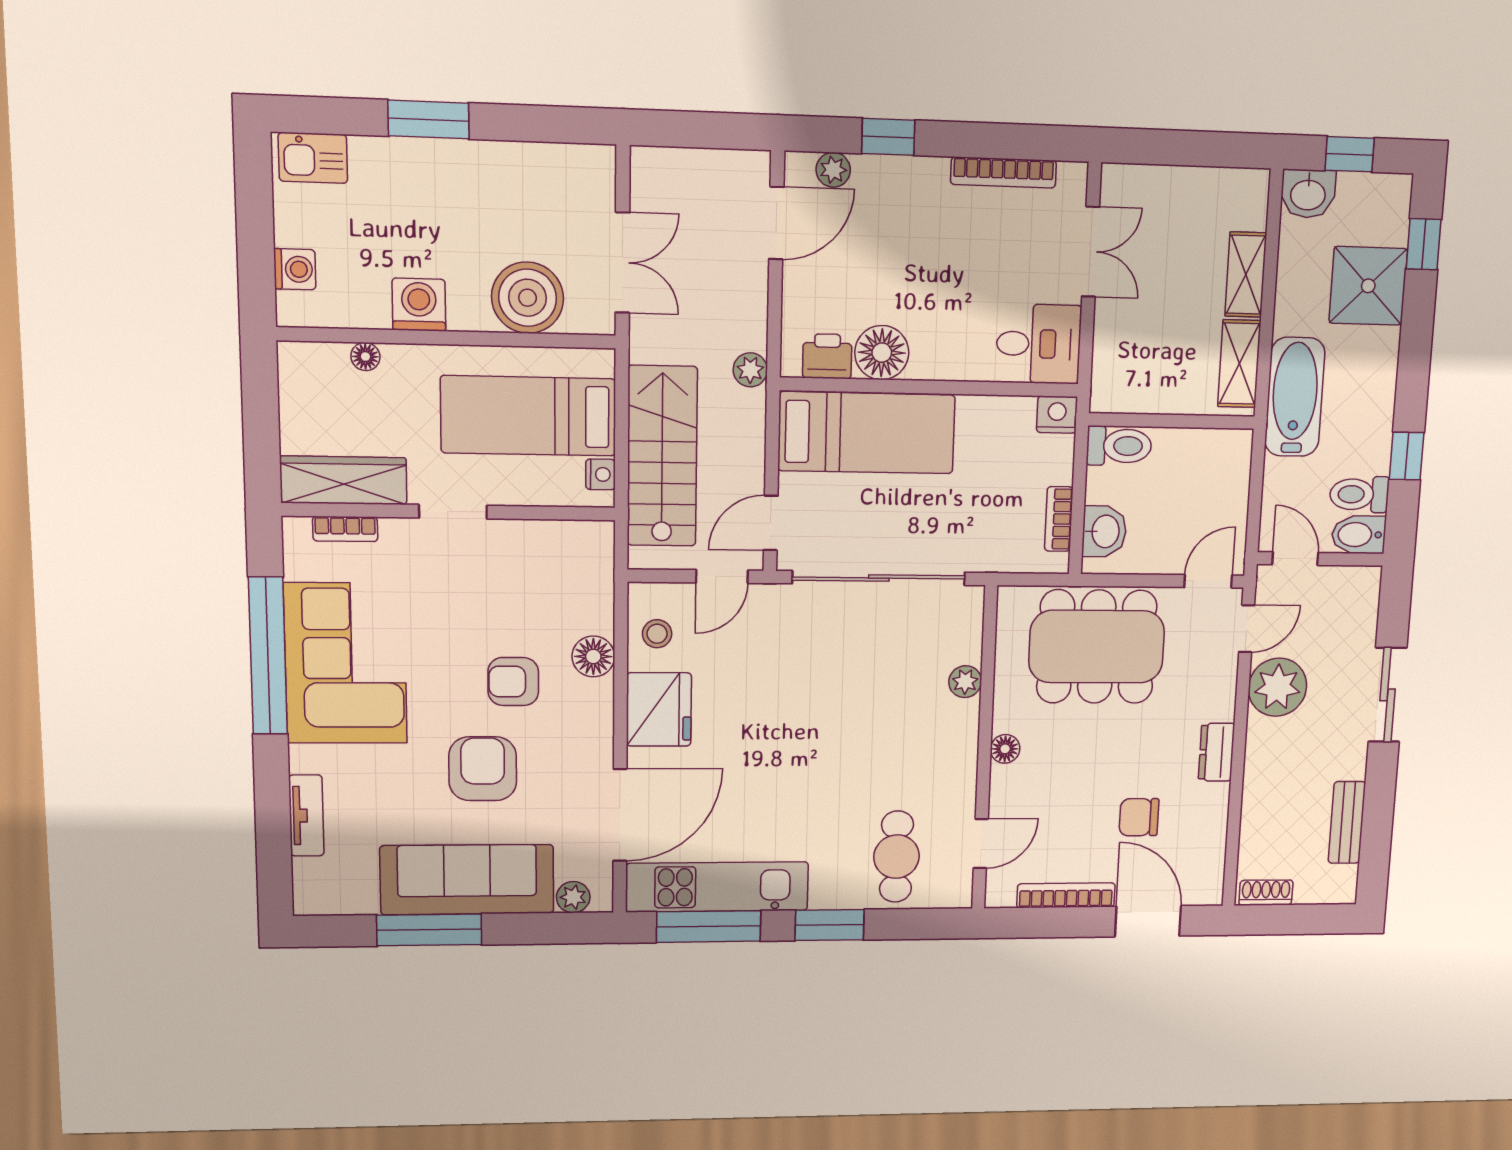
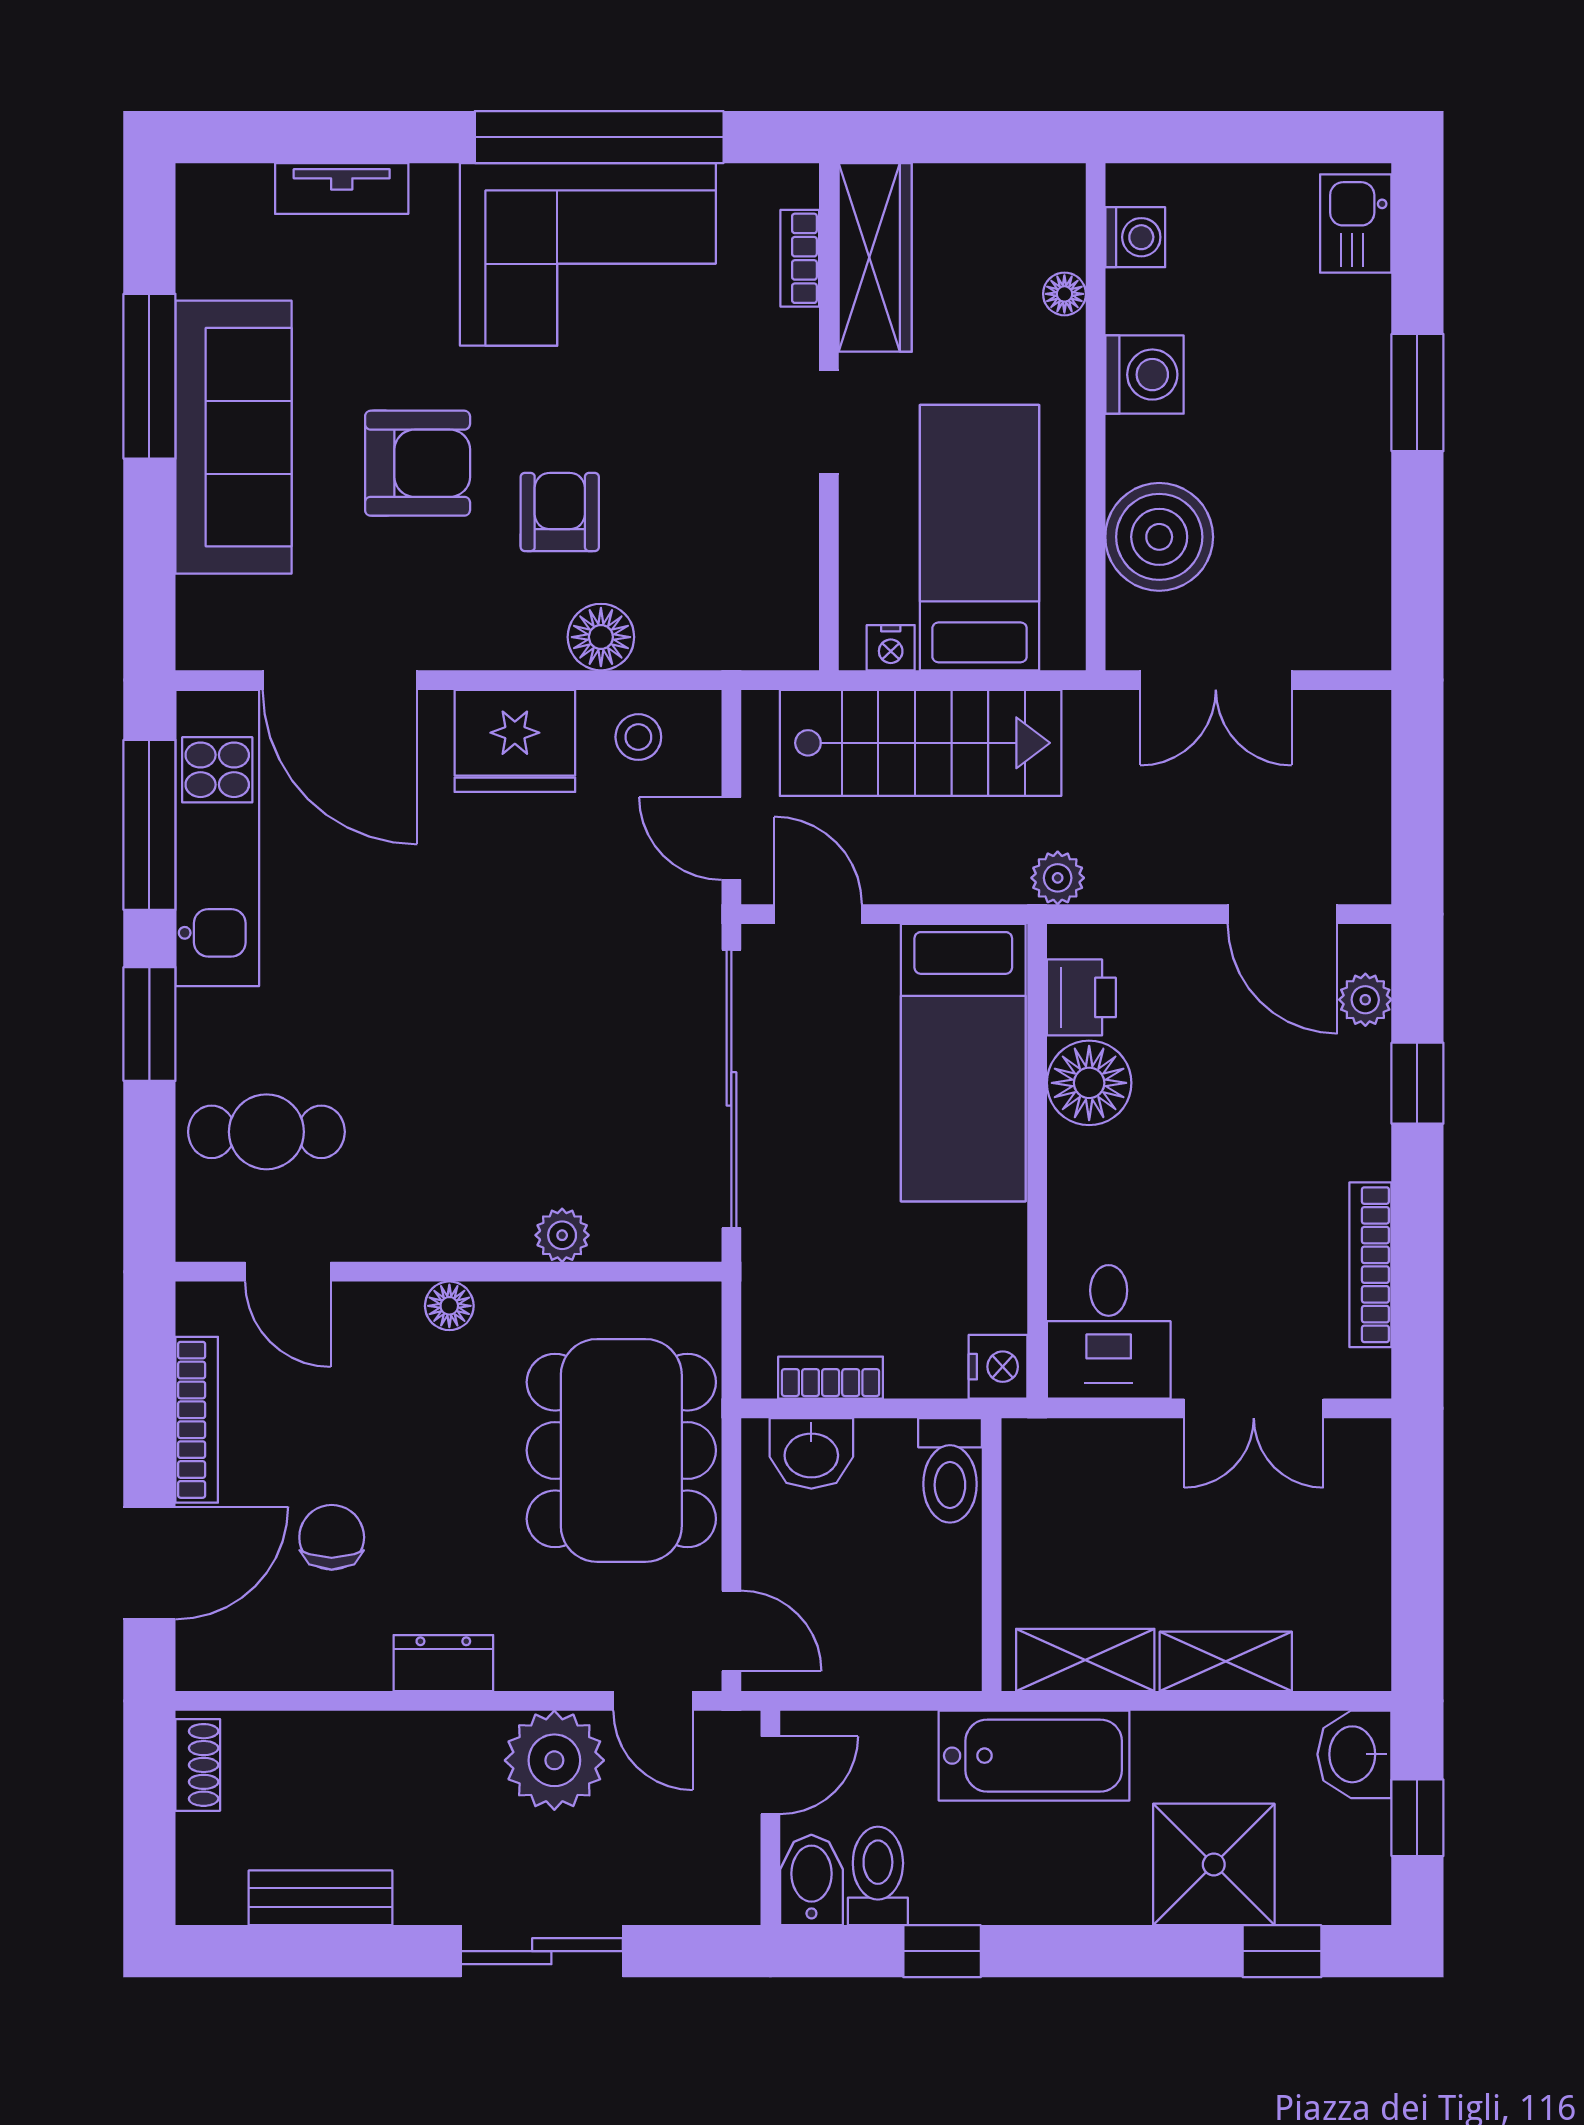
washing machine: (295, 269) -> (1135, 237), moved, turned -90
plant: (573, 897) -> (202, 606), removed

